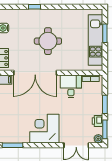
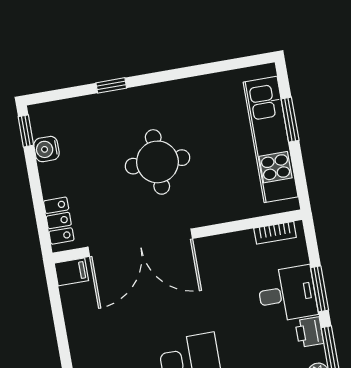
desk: (71, 86) -> (287, 294), moved, turned 90

